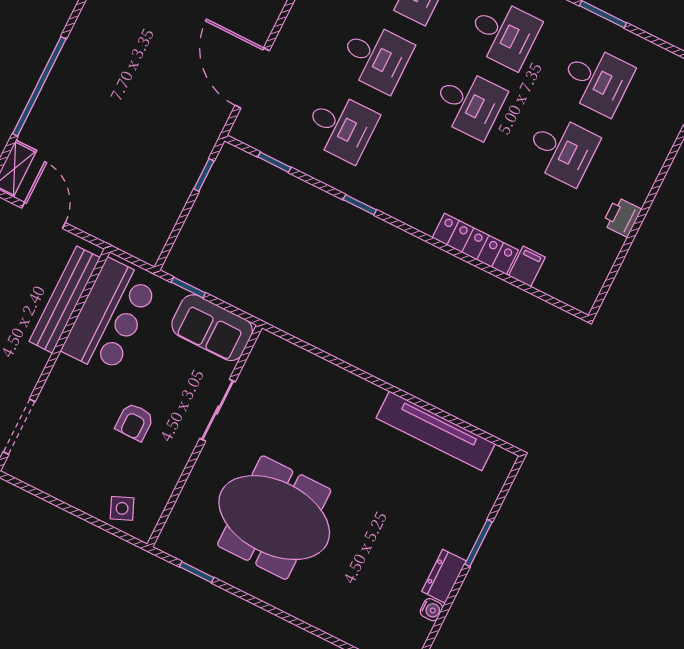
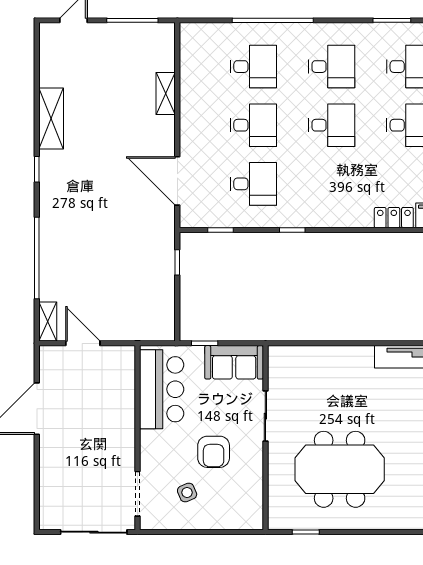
locker: (475, 244) -> (394, 218), width x0.66
bench: (65, 300) -> (125, 393), removed
armchair: (135, 422) -> (214, 452), width x1.38, depth x1.38
side table: (122, 508) -> (187, 493), moved

